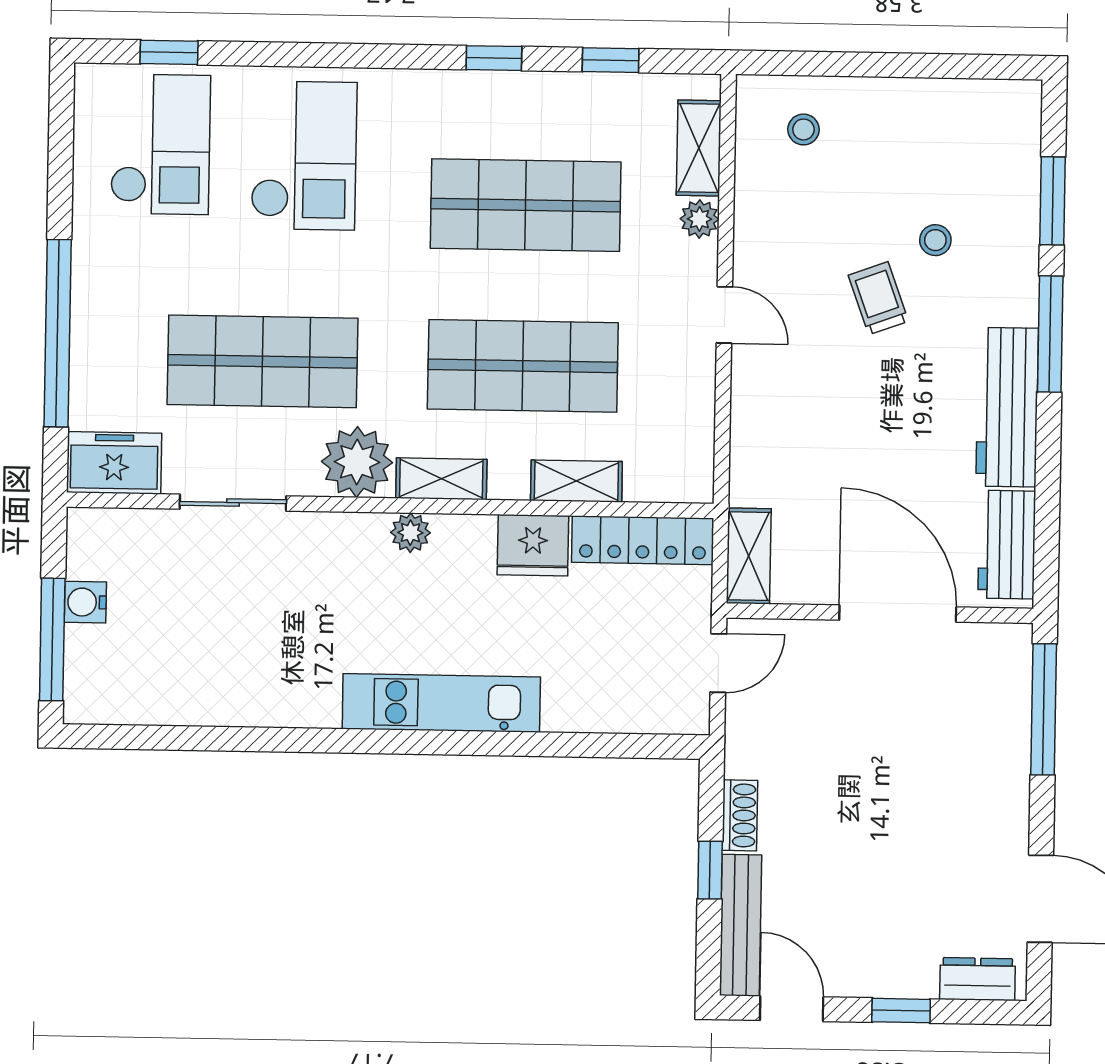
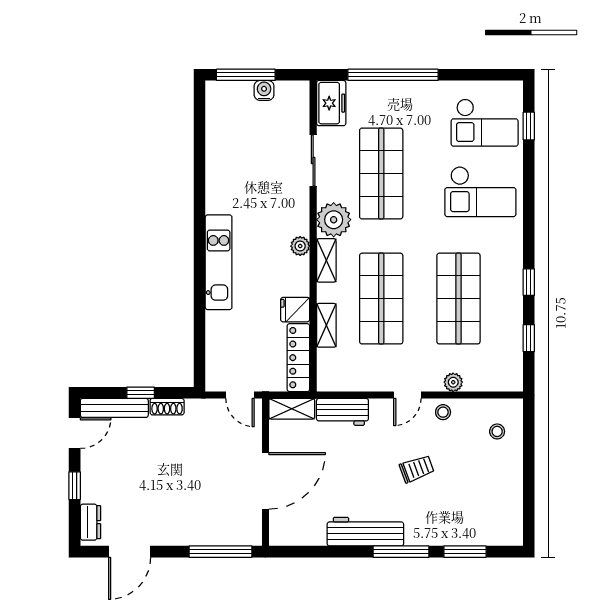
shelving: (699, 148) -> (487, 381), removed
stool: (935, 240) -> (443, 412), moved
fridge: (533, 545) -> (295, 310), width x0.72
workbench: (1007, 545) -> (342, 412), moved, turned 180

